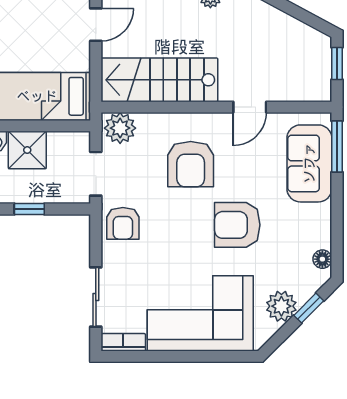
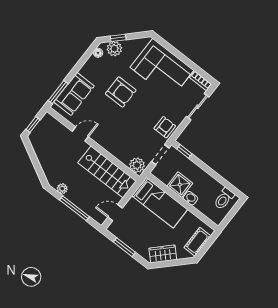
armchair: (191, 164) -> (120, 130), removed
window: (29, 209) -> (184, 151), moved
plant: (281, 306) -> (114, 49), moved

